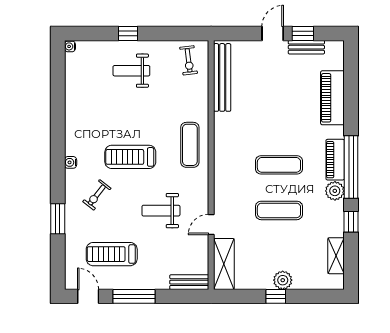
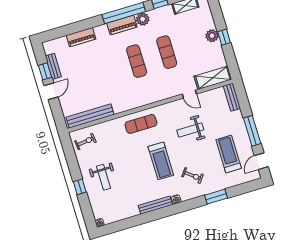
door: (273, 34) -> (51, 91), swing flipped
piano: (332, 98) -> (81, 37), width x0.73, depth x0.75
bench: (71, 131) -> (155, 205), added
weight bench: (161, 211) -> (190, 130), turned 90
treadmill: (112, 254) -> (229, 154), turned 180

